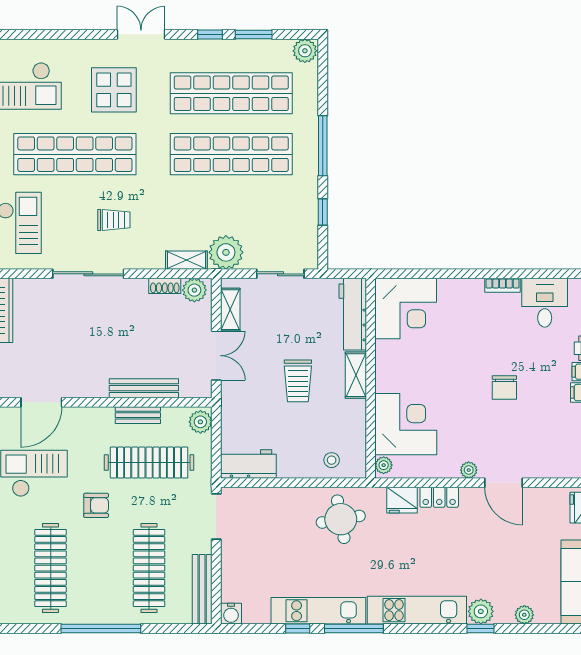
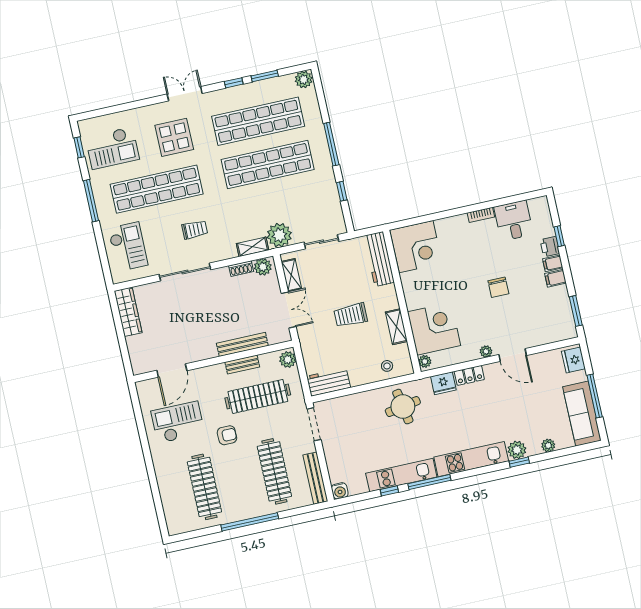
shelving: (356, 375) -> (396, 327), moved
trolley: (298, 381) -> (351, 315), turned 90

